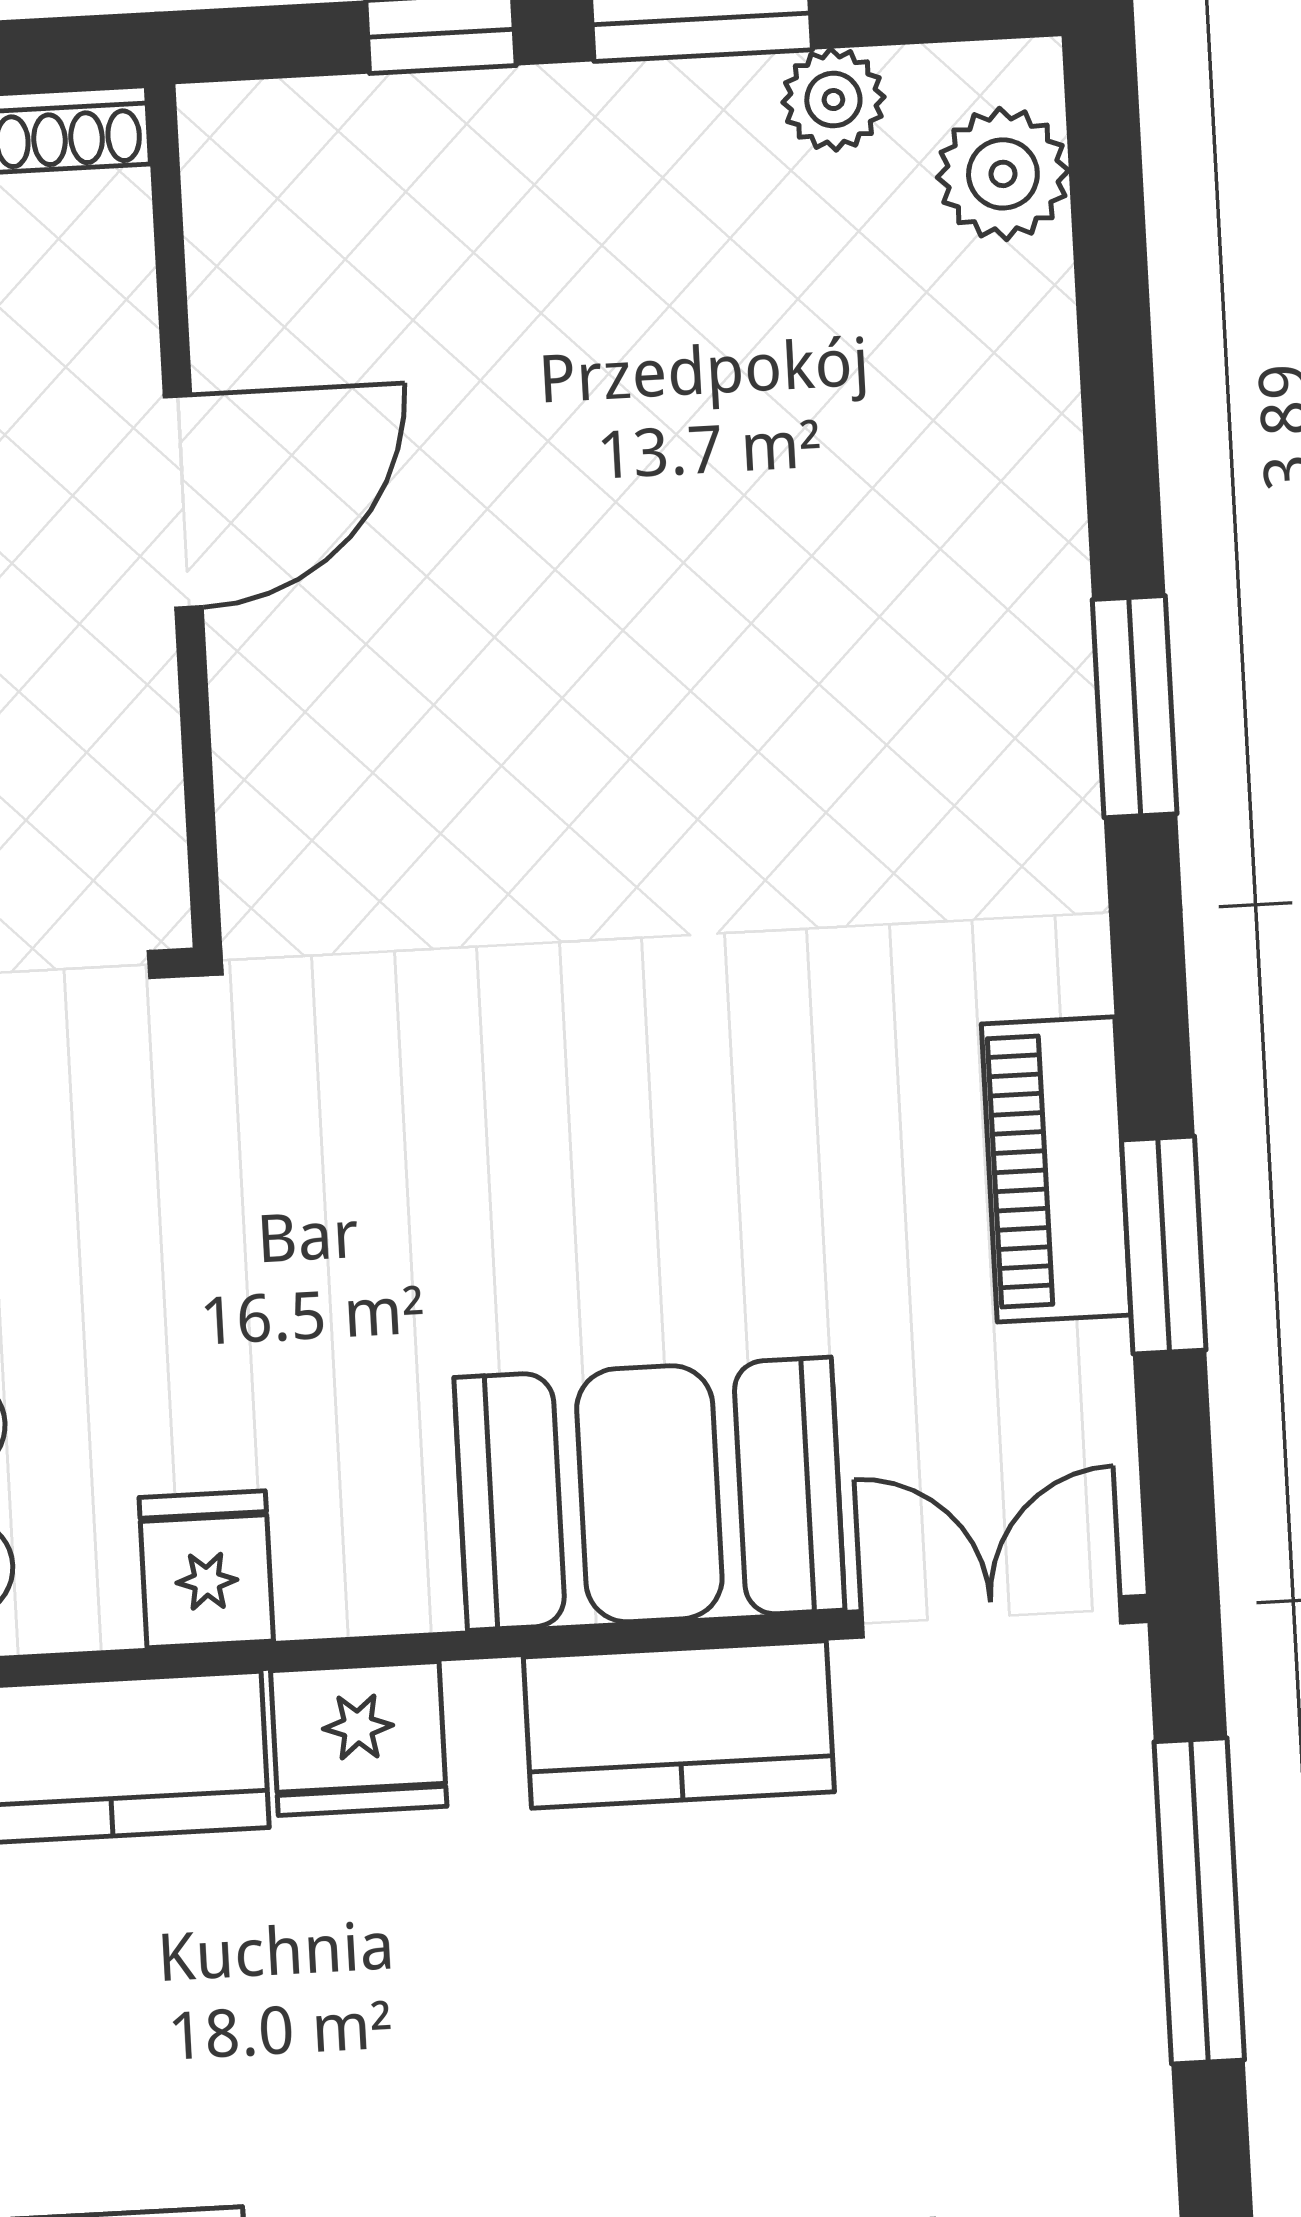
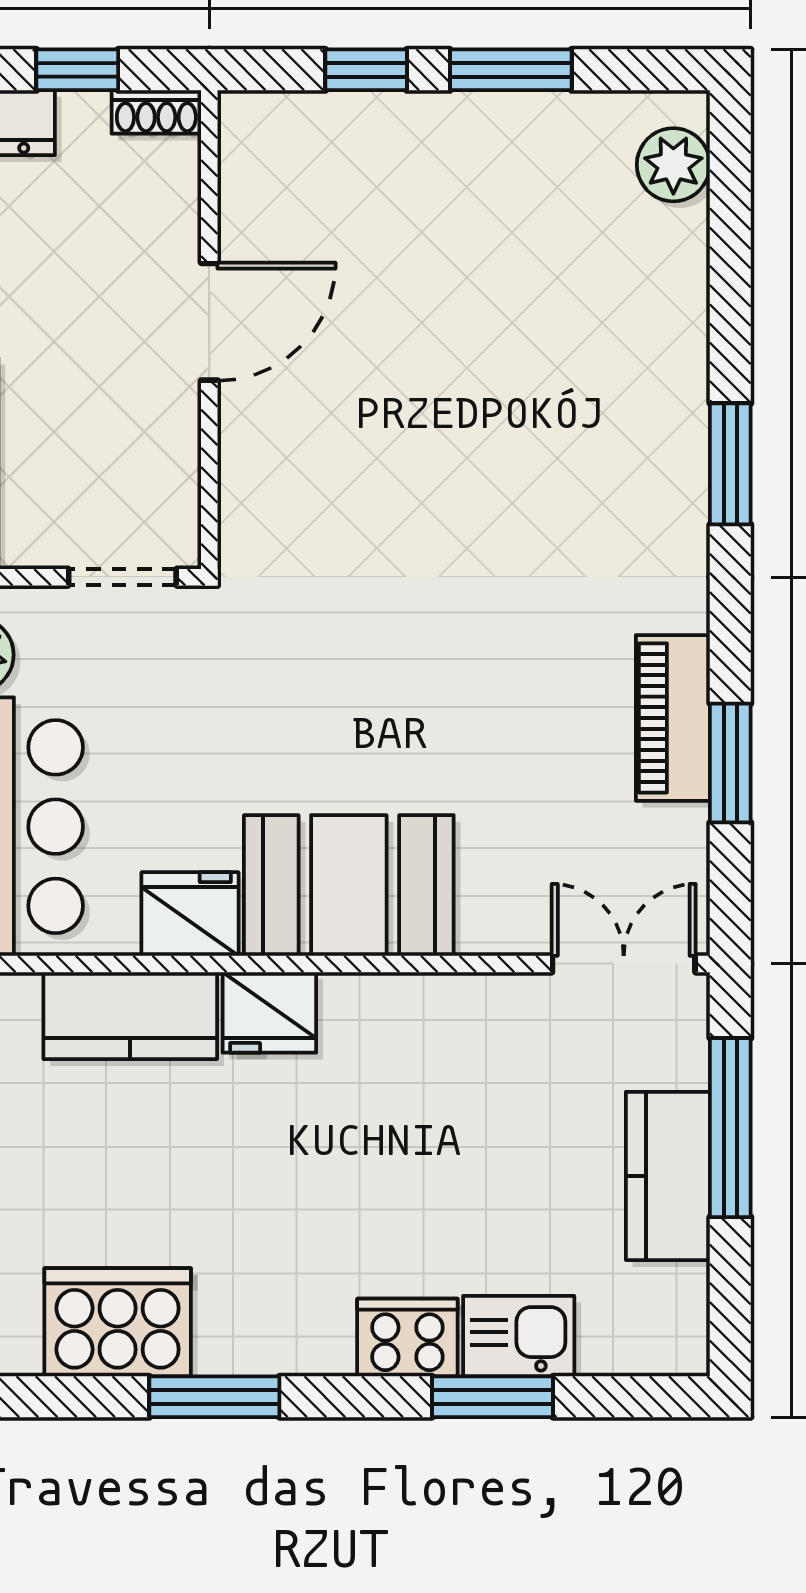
plant: (833, 100) -> (582, 118), removed
booth: (649, 1494) -> (349, 885), moved
fridge: (206, 1569) -> (190, 914), width x1.38
kitchen counter: (679, 1724) -> (668, 1176), moved, turned 90

